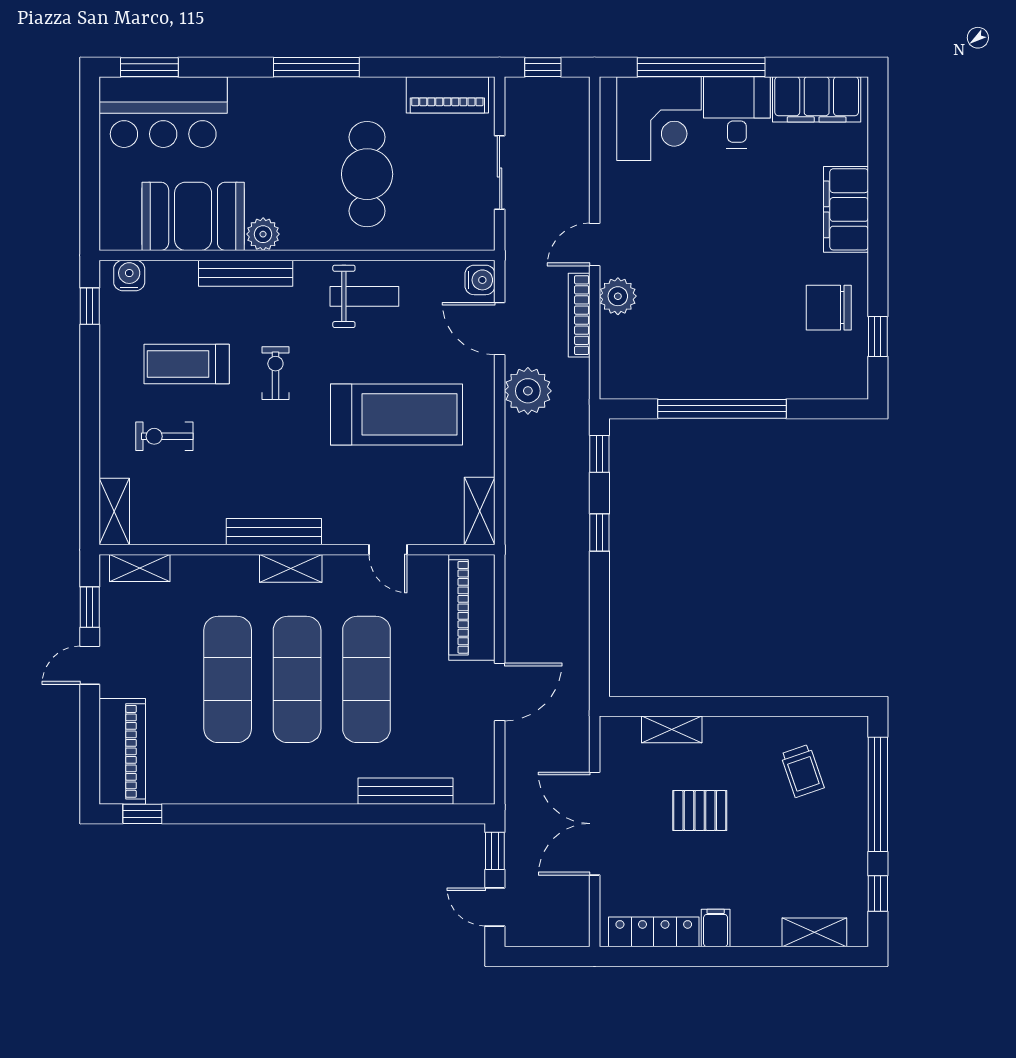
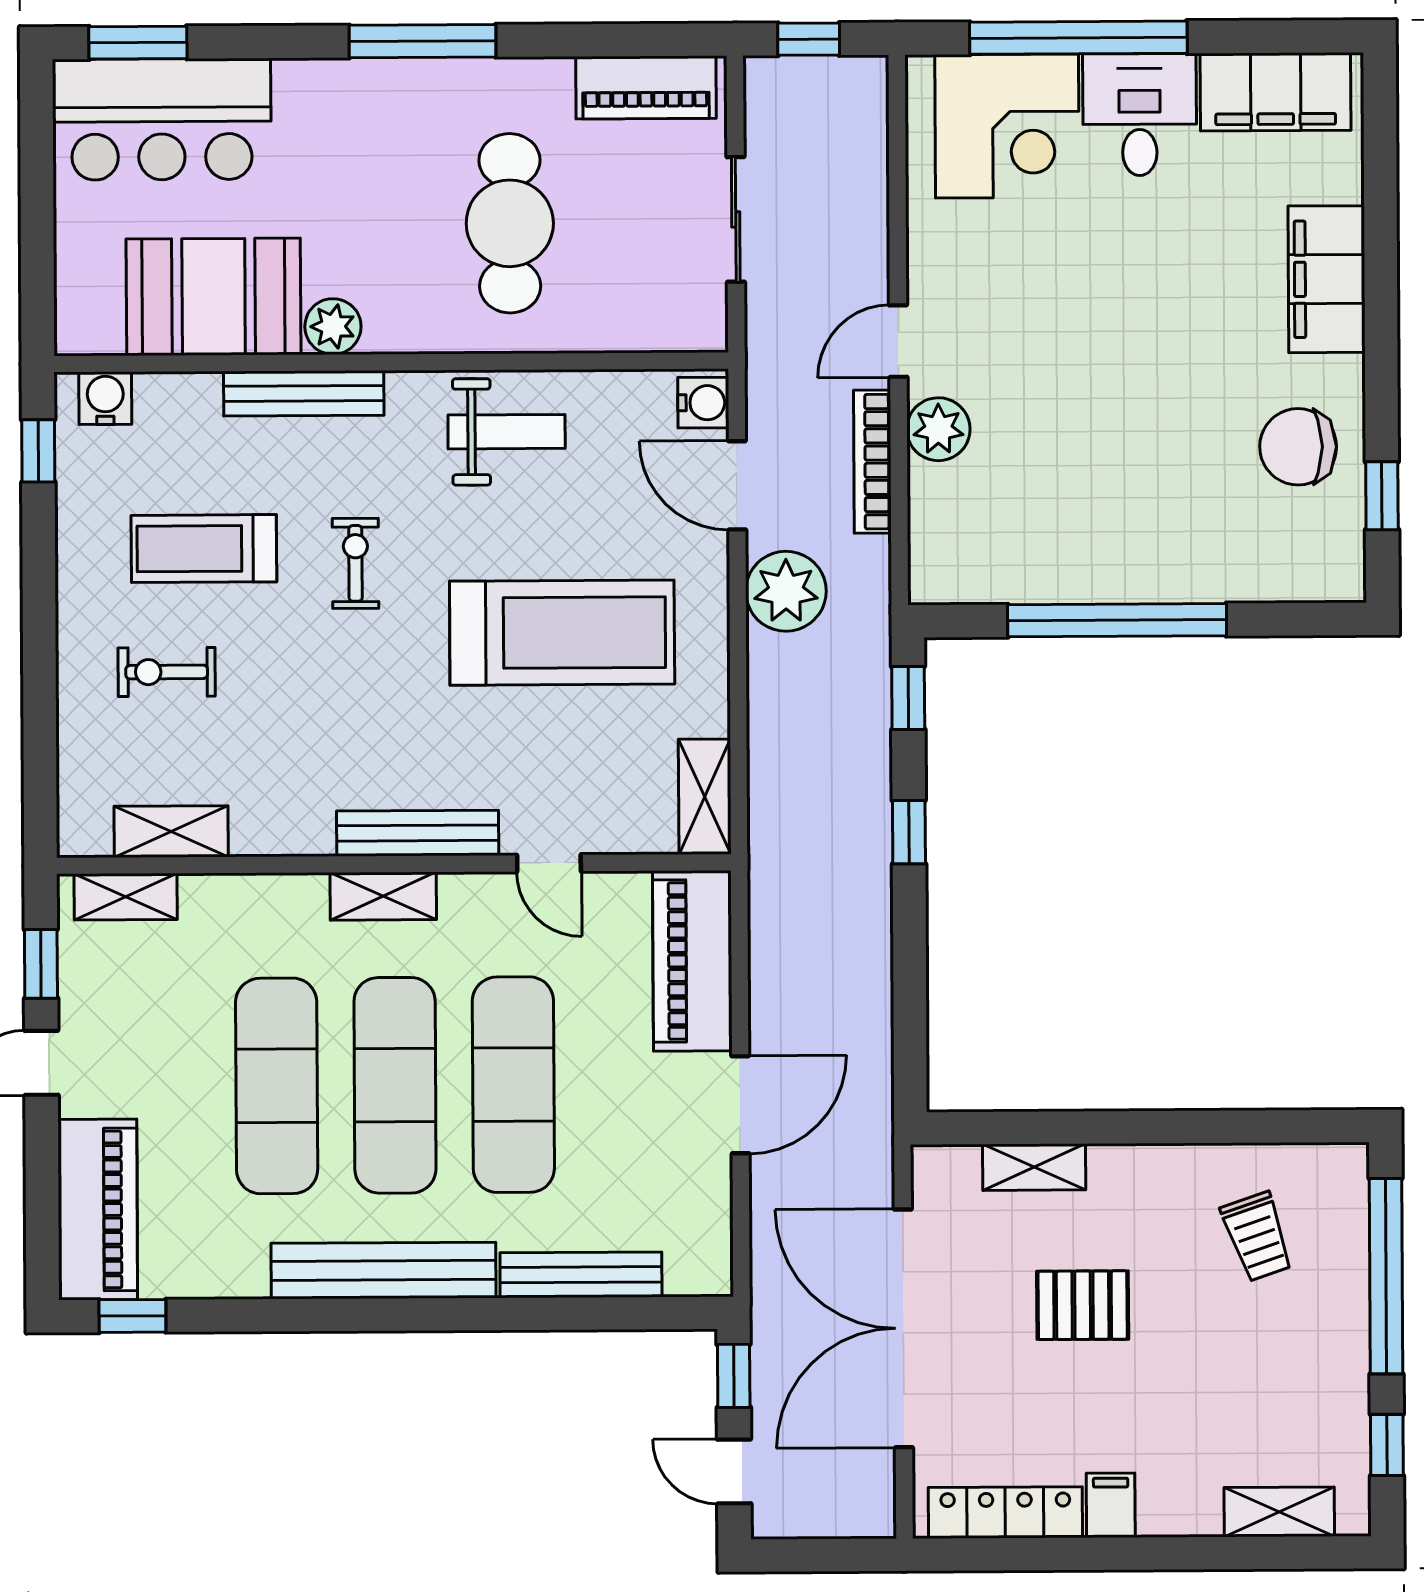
shelving: (114, 512) -> (171, 832), moved, turned 90
bench: (274, 532) -> (418, 833), moved
bench: (290, 788) -> (384, 1271), added
double door: (595, 824) -> (903, 1328), width x1.36

